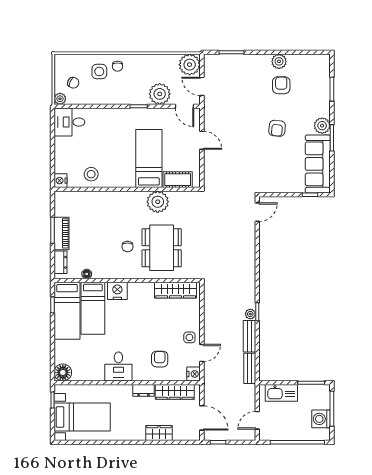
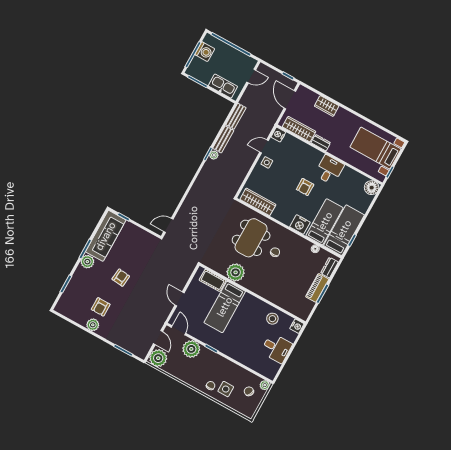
desk: (69, 122) -> (276, 348), moved
armchair: (160, 359) -> (305, 187), moved

